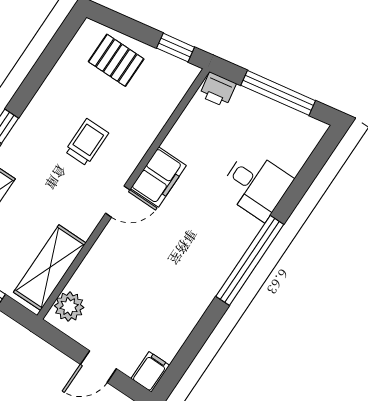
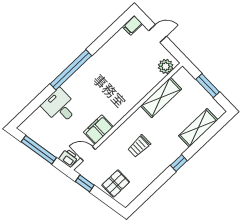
pallet: (116, 60) -> (116, 184), turned 90
filing cabinet: (158, 177) -> (98, 130), moved
door: (118, 202) -> (88, 154), moved
shelving: (50, 268) -> (161, 97), moved

